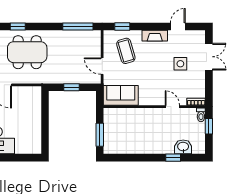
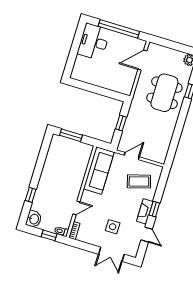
window: (78, 27) -> (174, 145), removed
window: (122, 27) -> (154, 209), moved
sofa: (121, 95) -> (99, 170), width x1.36
washbasin: (183, 147) -> (34, 219), moved

